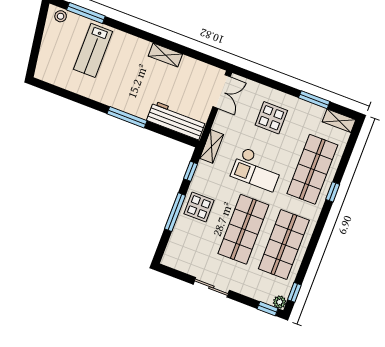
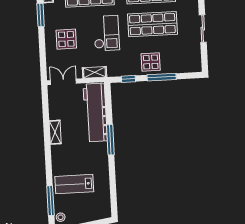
lab bench: (93, 50) -> (74, 184), turned 180
workbench: (176, 120) -> (95, 112), width x1.36, depth x1.32
shelving: (212, 146) -> (95, 72), moved

